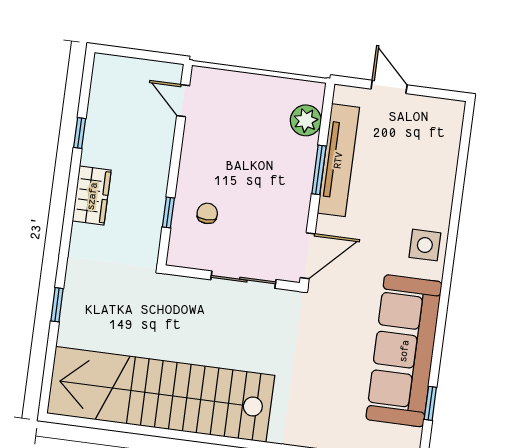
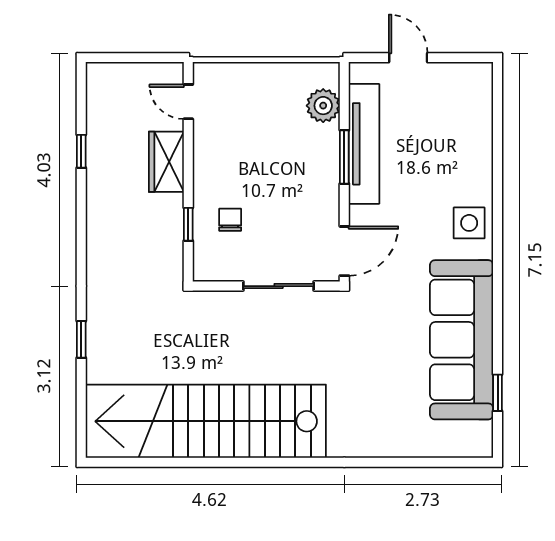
wardrobe: (92, 196) -> (166, 162), moved, turned 180

